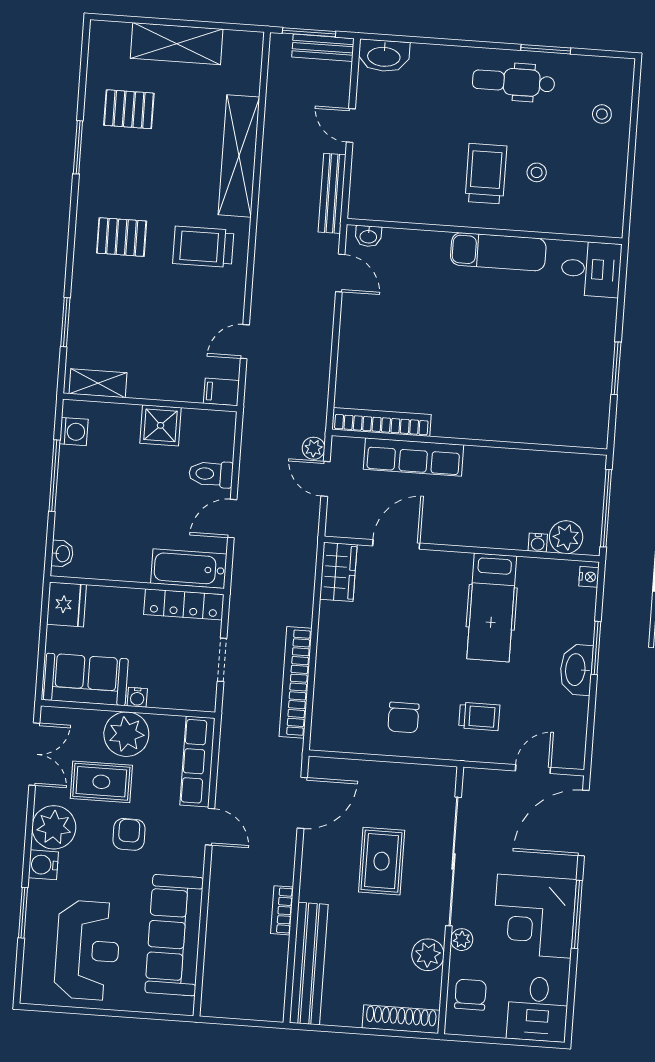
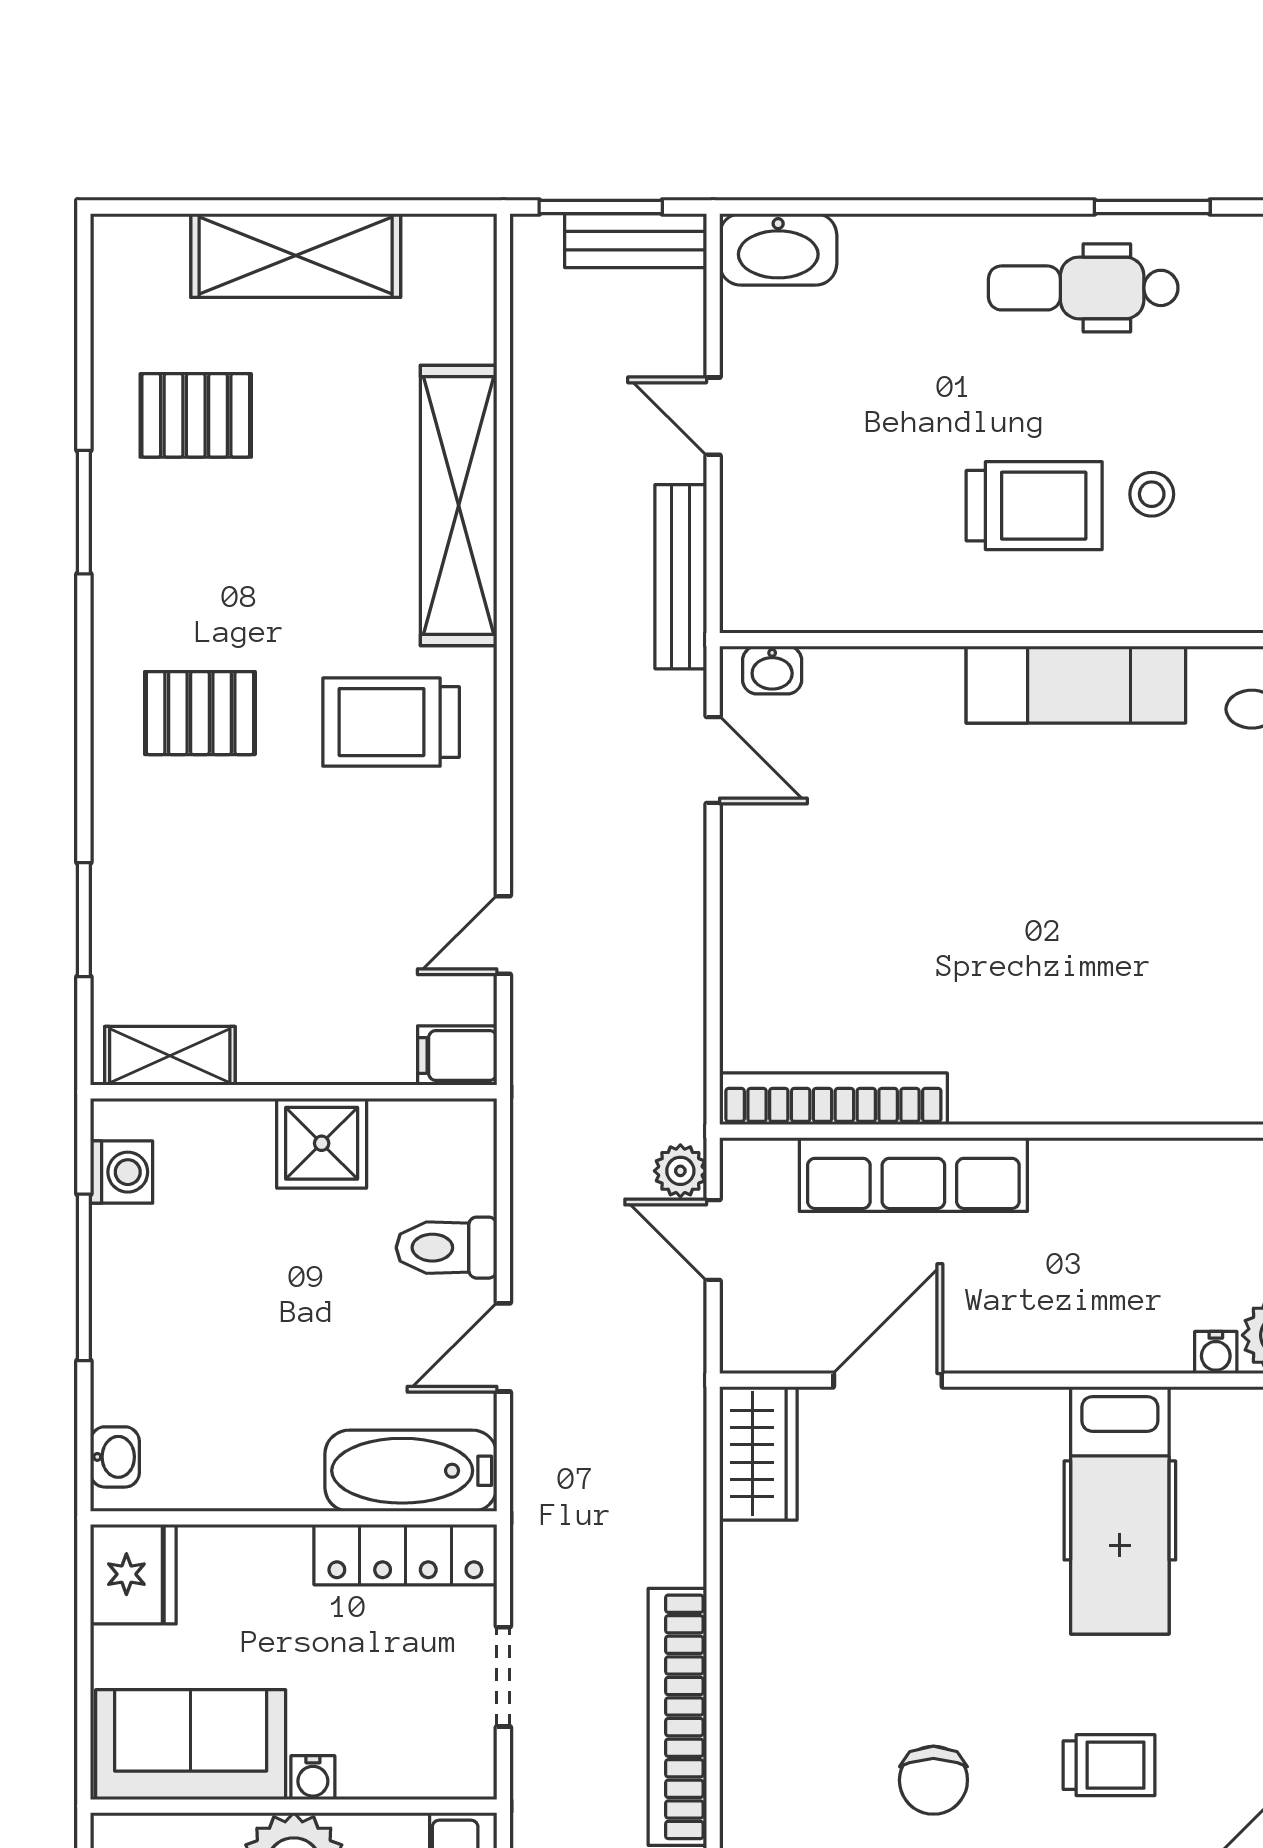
trolley: (486, 174) -> (1034, 506), turned 90

